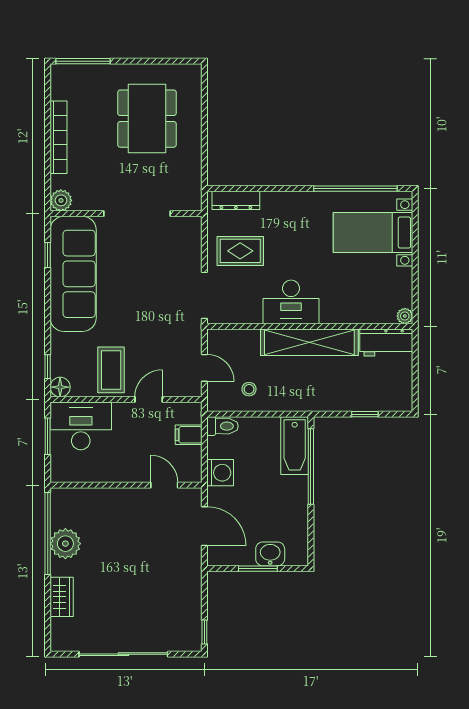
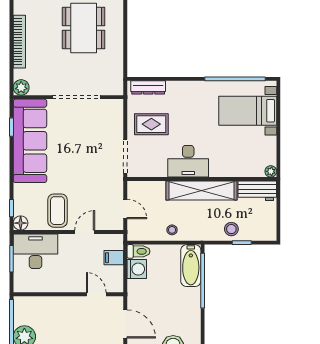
stool: (249, 389) -> (172, 230), moved
stool: (350, 395) -> (231, 229), added
washing machine: (220, 473) -> (137, 269), moved

